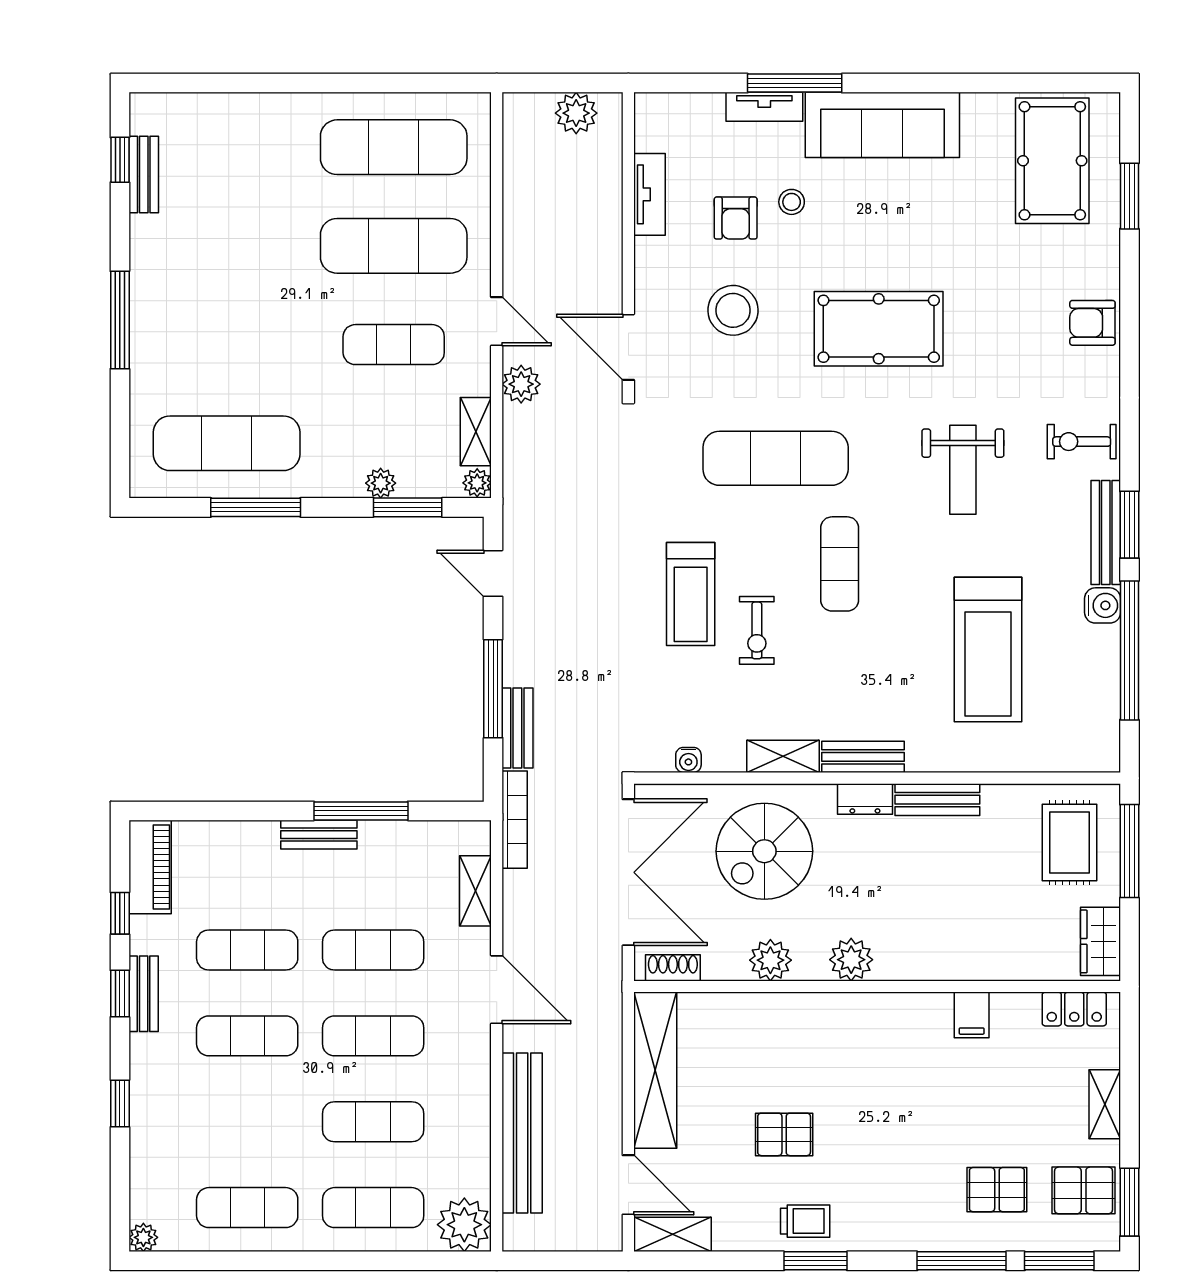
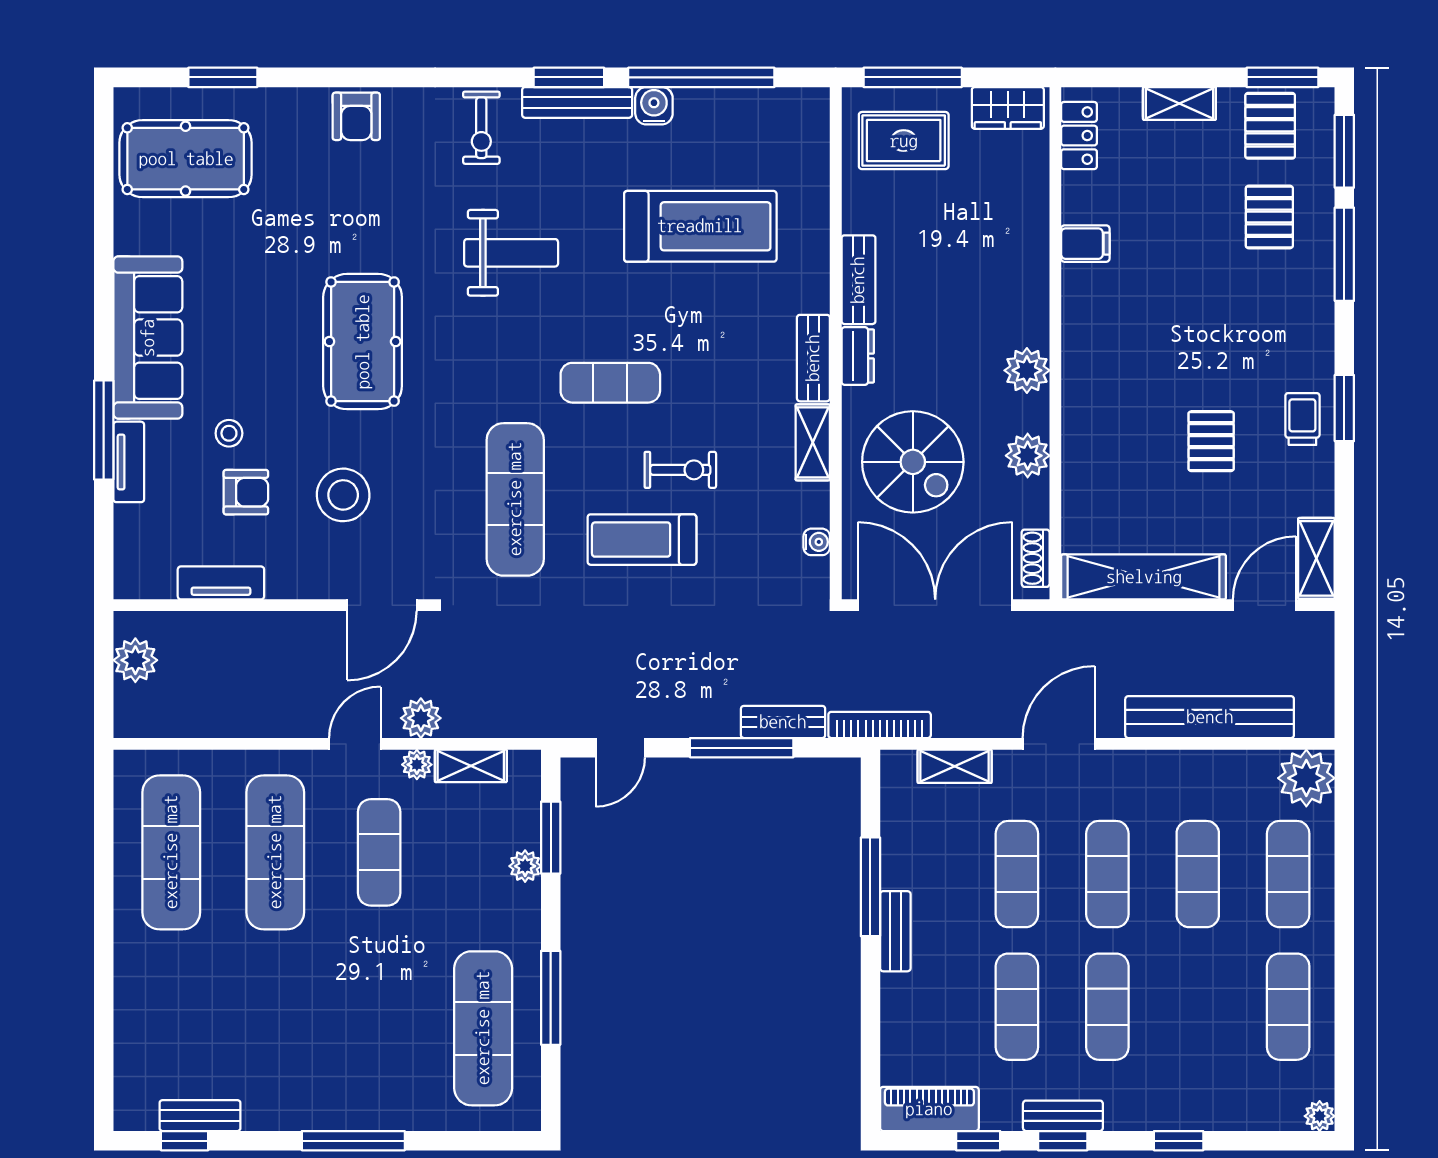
exercise mat: (776, 458) -> (515, 499), moved
plant: (477, 483) -> (417, 765), moved
treadmill: (691, 594) -> (642, 540), turned 180

